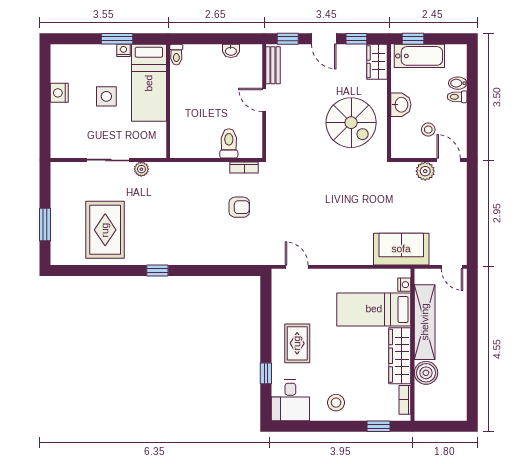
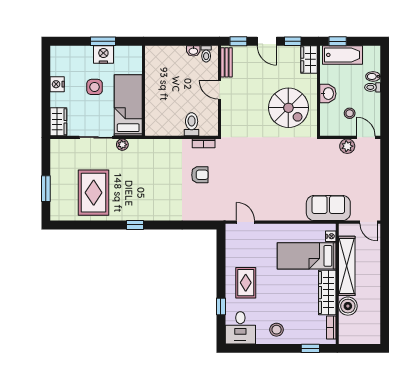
nightstand: (123, 50) -> (103, 54), width x1.89, depth x1.79
toilet: (176, 55) -> (206, 54), moved
bed: (149, 83) -> (128, 105), moved, turned 180
wardrobe: (61, 140) -> (58, 122), added

